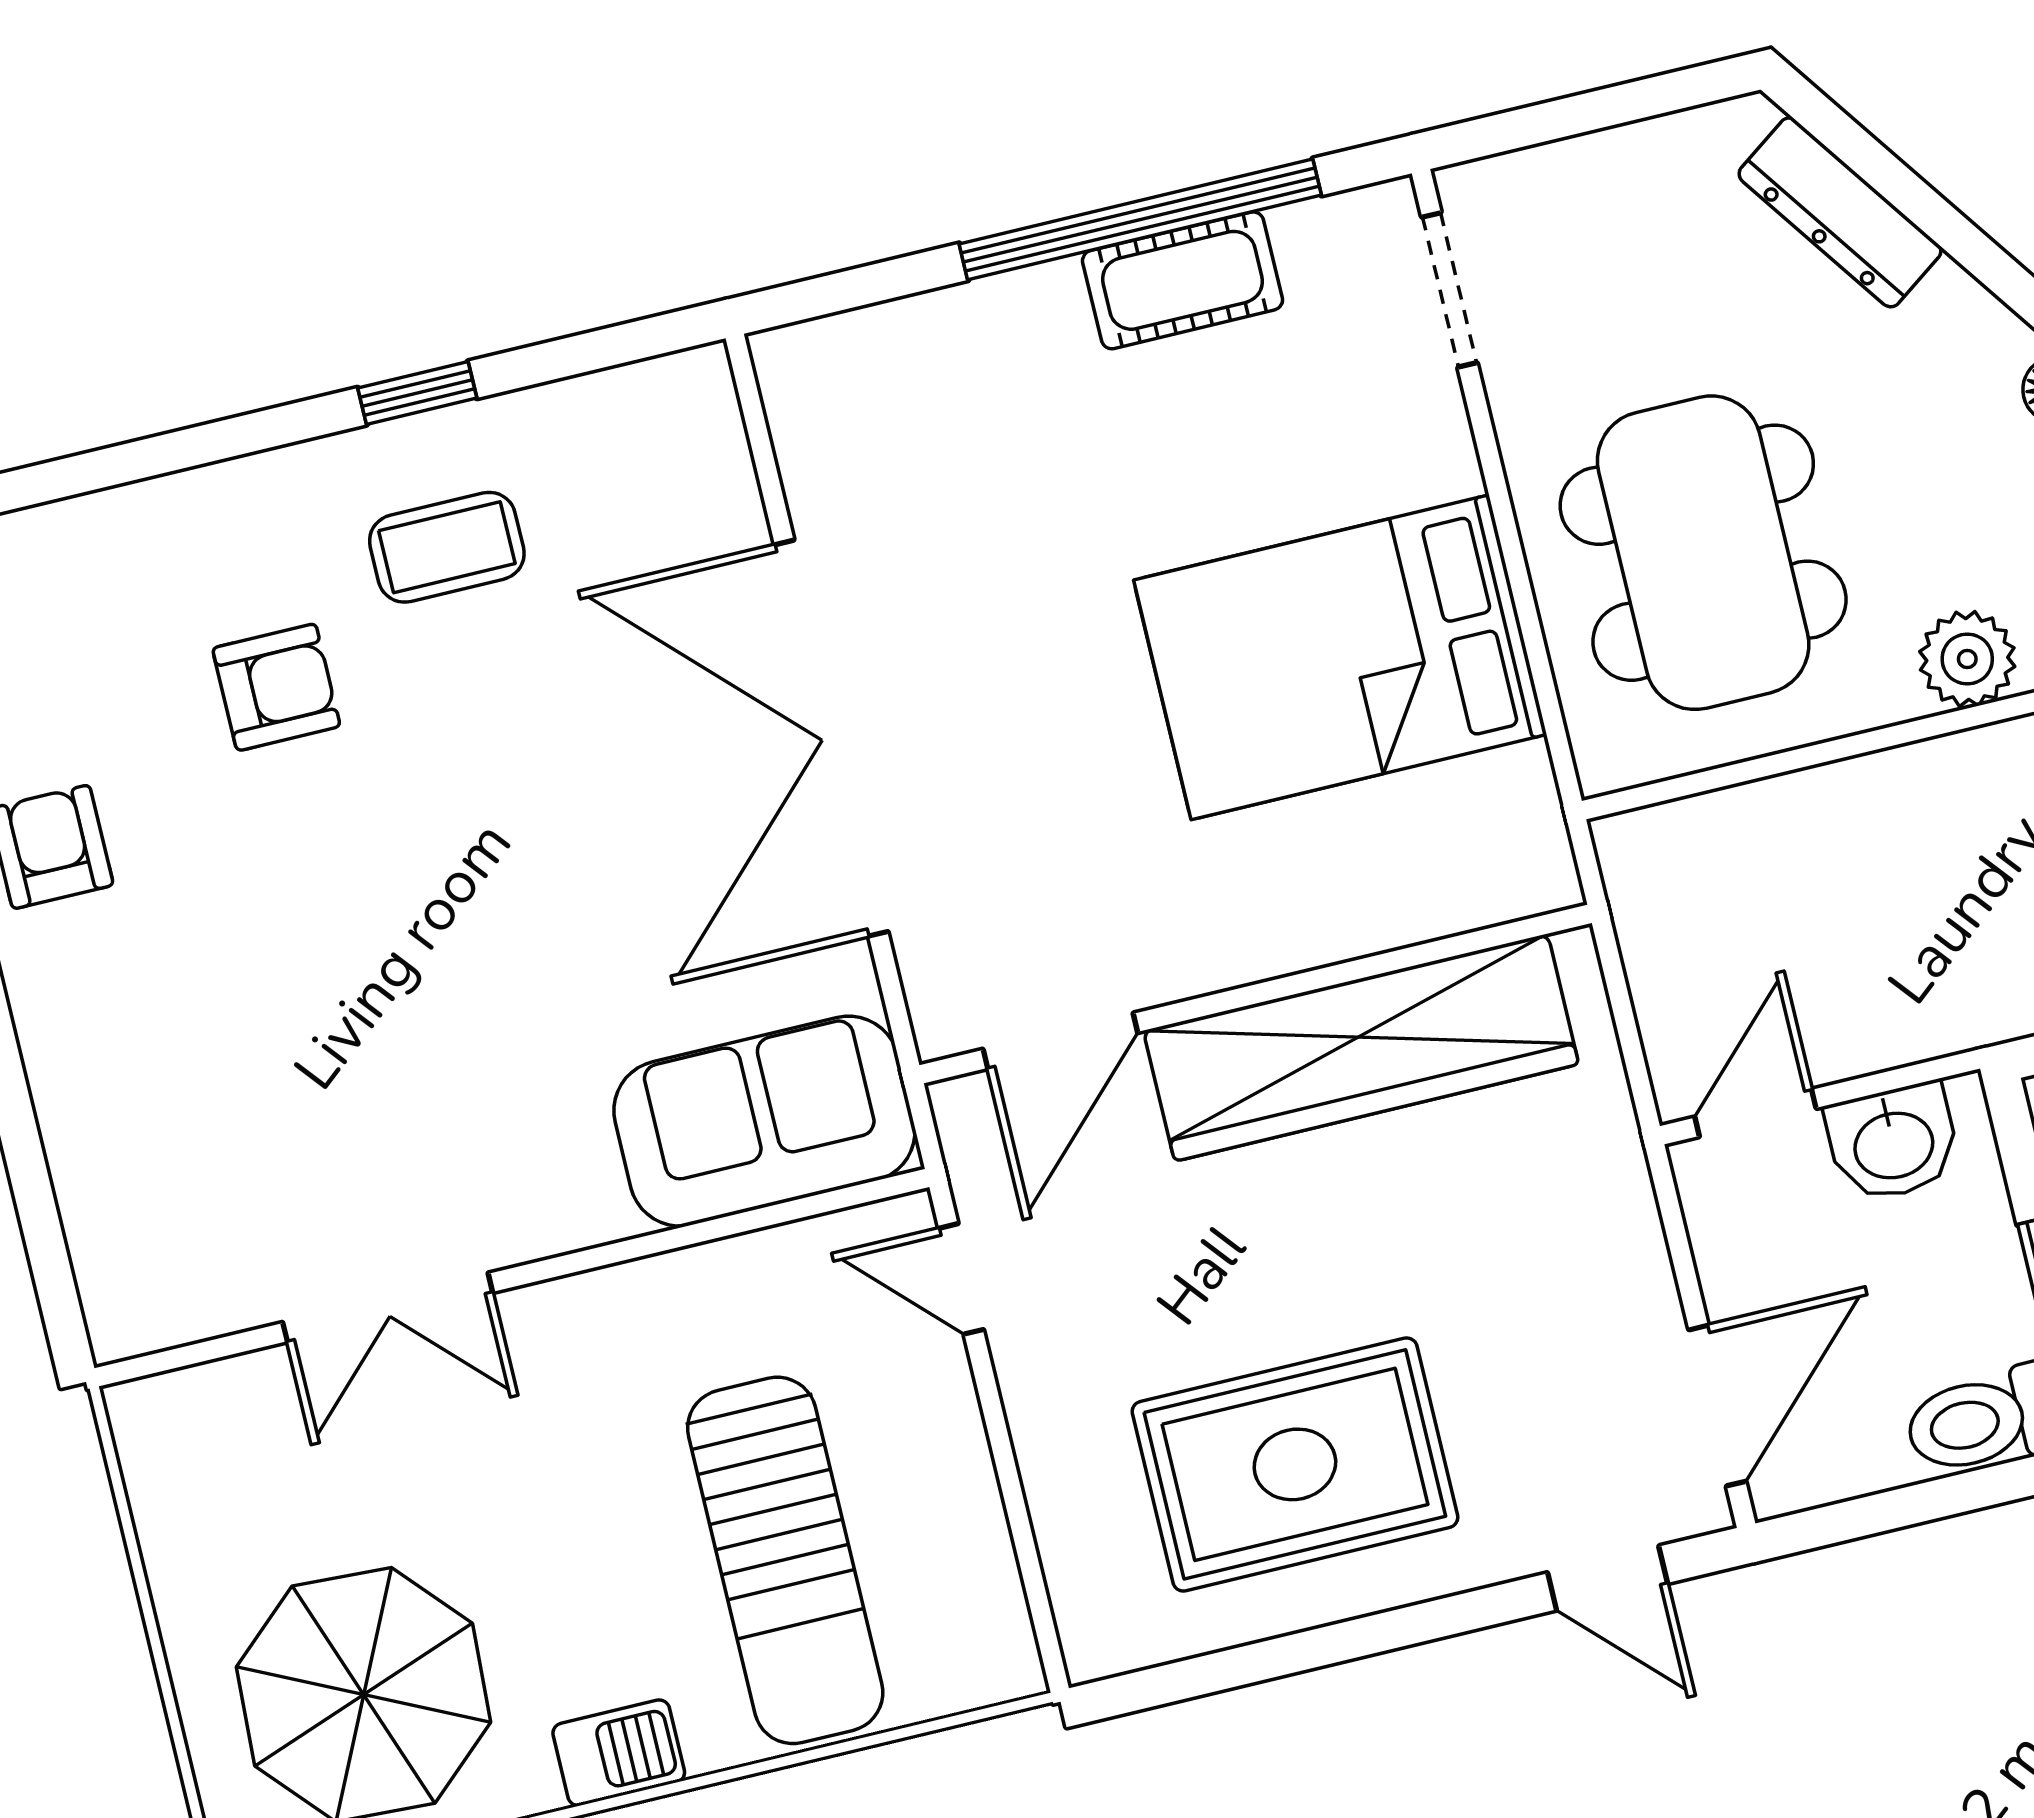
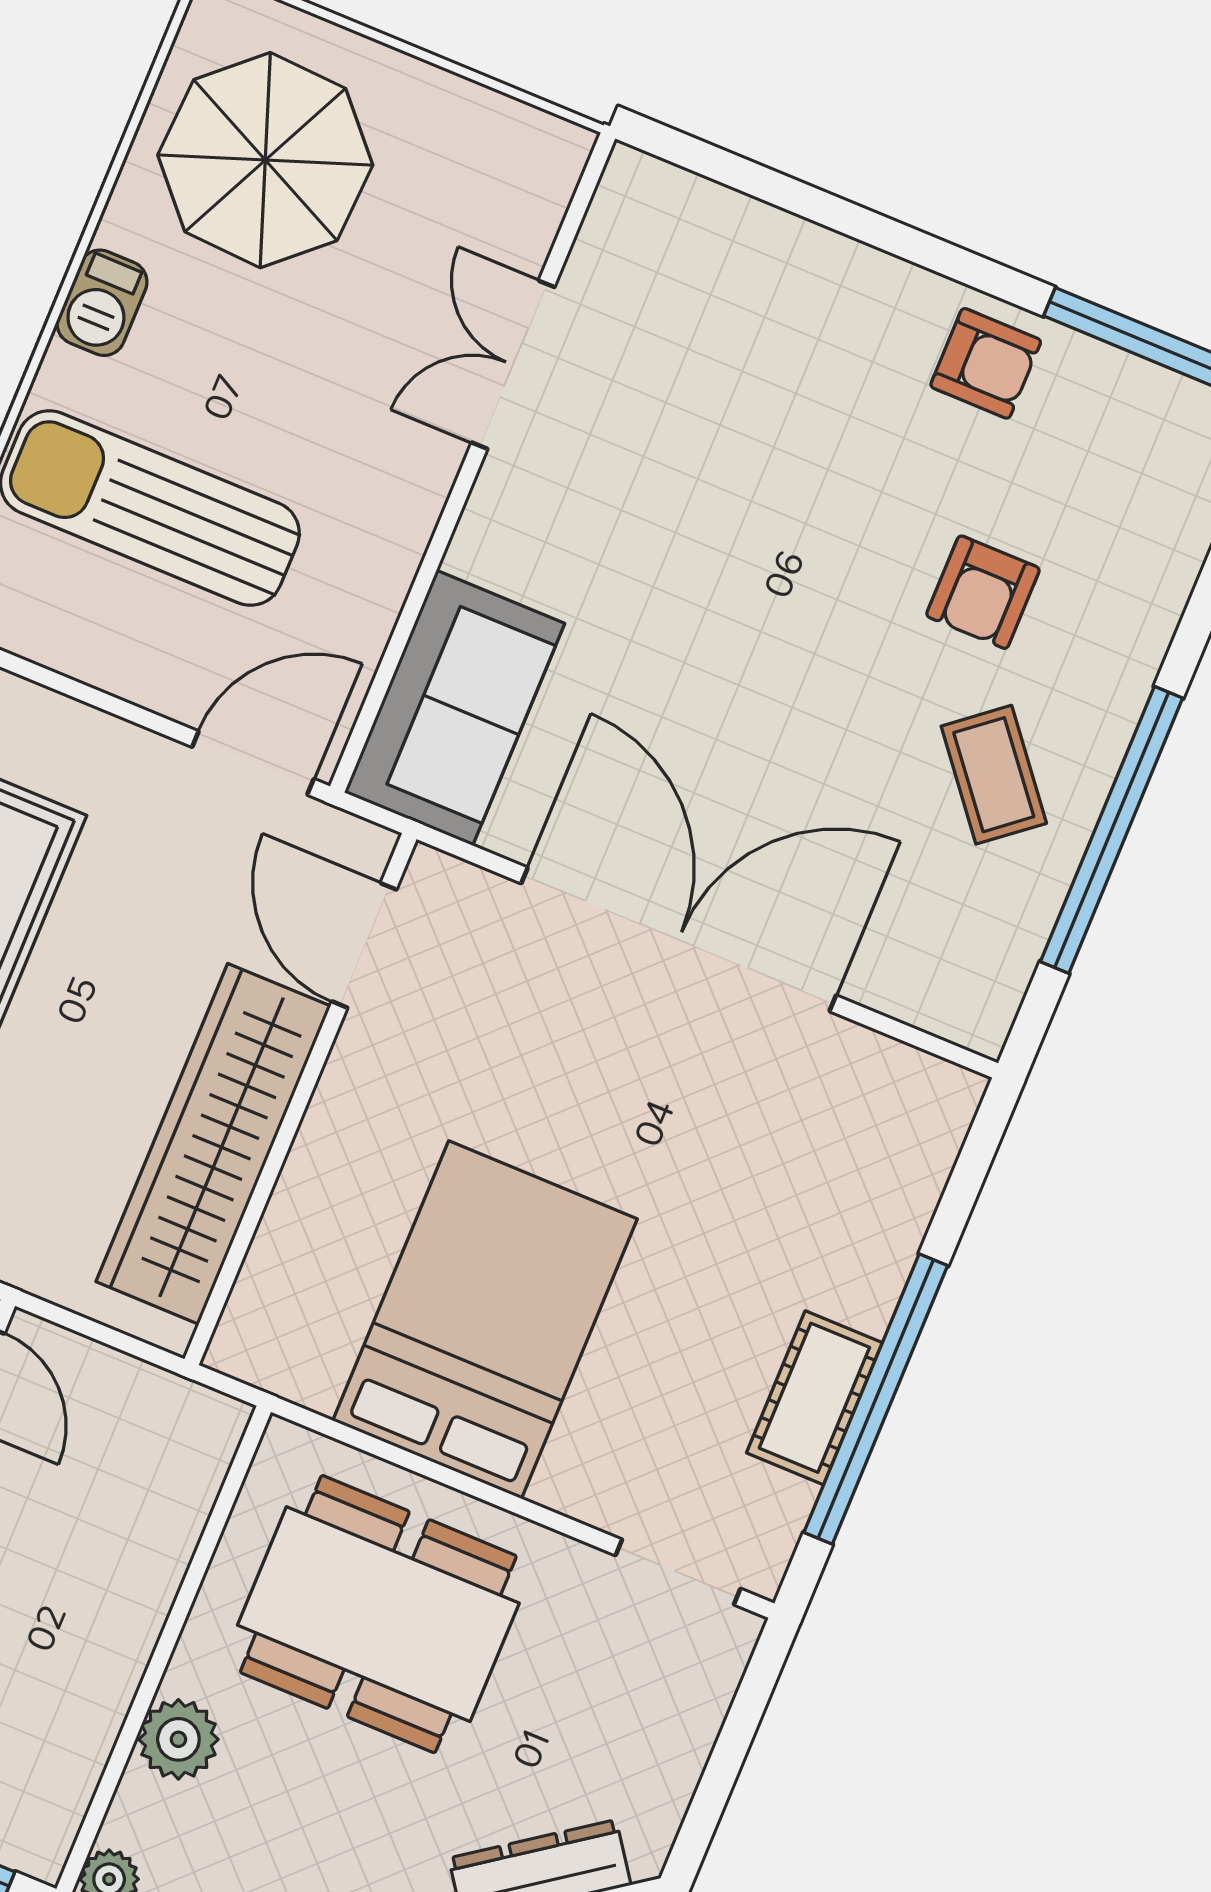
window: (417, 393) -> (1112, 830), width x3.17
coffee table: (447, 547) -> (994, 775), turned -39
door: (961, 1279) -> (253, 763), width x1.38

